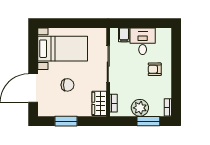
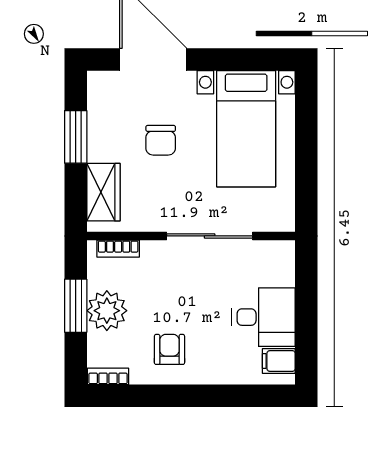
filing cabinet: (124, 35) -> (279, 361), moved
armchair: (155, 69) -> (169, 349), moved
wardrobe: (99, 103) -> (103, 192), moved, turned 90
window: (148, 121) -> (76, 306), moved

